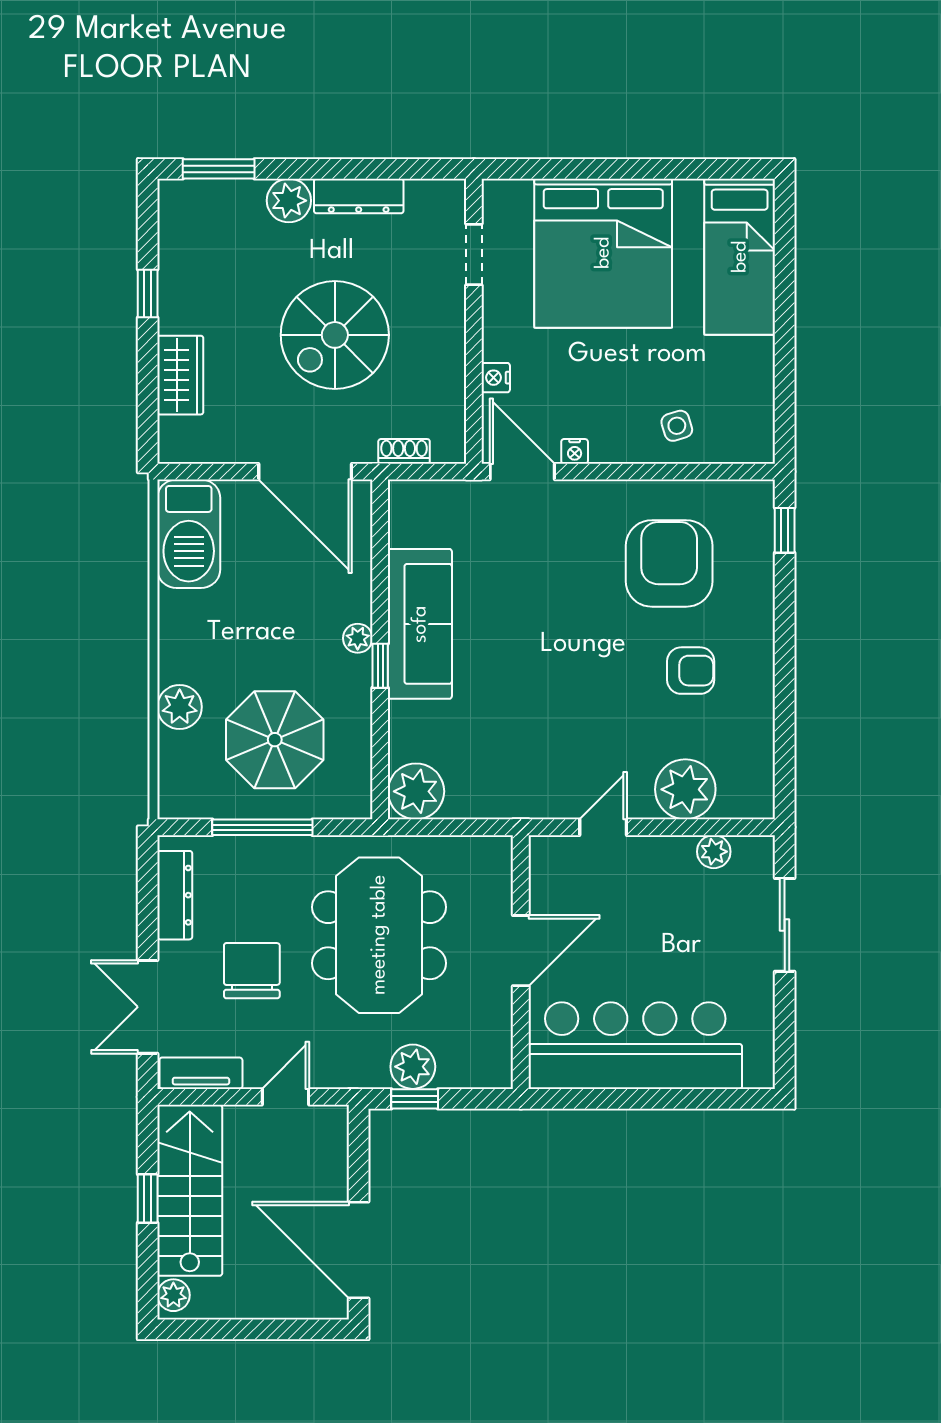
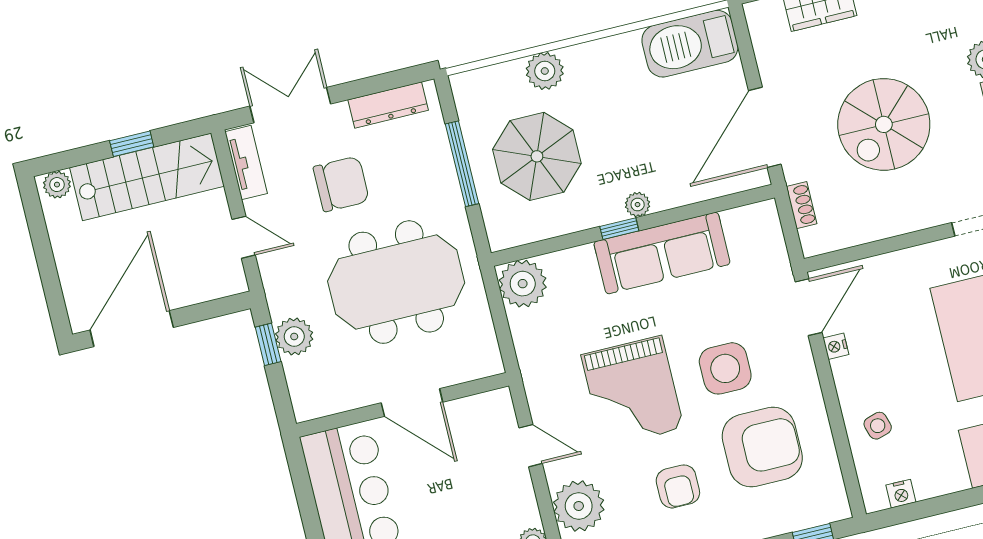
spiral stairs: (335, 335) -> (884, 124), turned -90
nightstand: (496, 378) -> (901, 494), moved, turned 180
side table: (569, 584) -> (725, 368), added
grand piano: (570, 696) -> (632, 392), added

